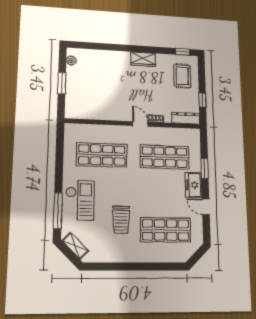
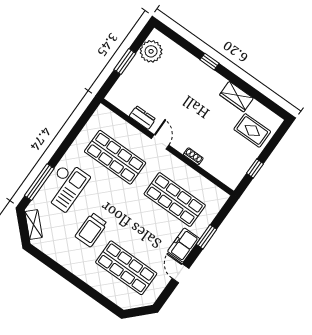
window: (183, 52) -> (209, 62), moved
wardrobe: (143, 59) -> (236, 97), moved
plant: (71, 61) -> (151, 51), width x1.88, depth x1.88
rug: (182, 76) -> (252, 130), turned 90
dresser: (186, 118) -> (142, 118), moved, width x0.70
door: (140, 124) -> (160, 142), moved

